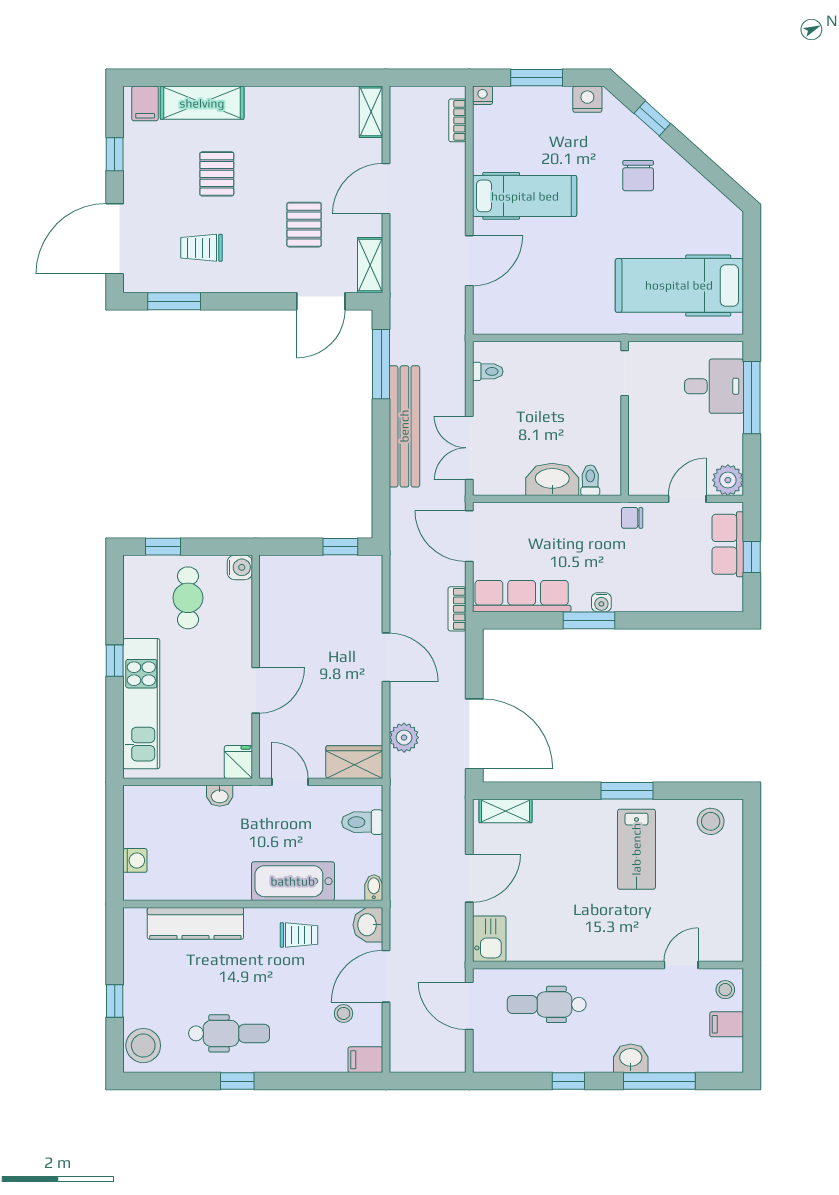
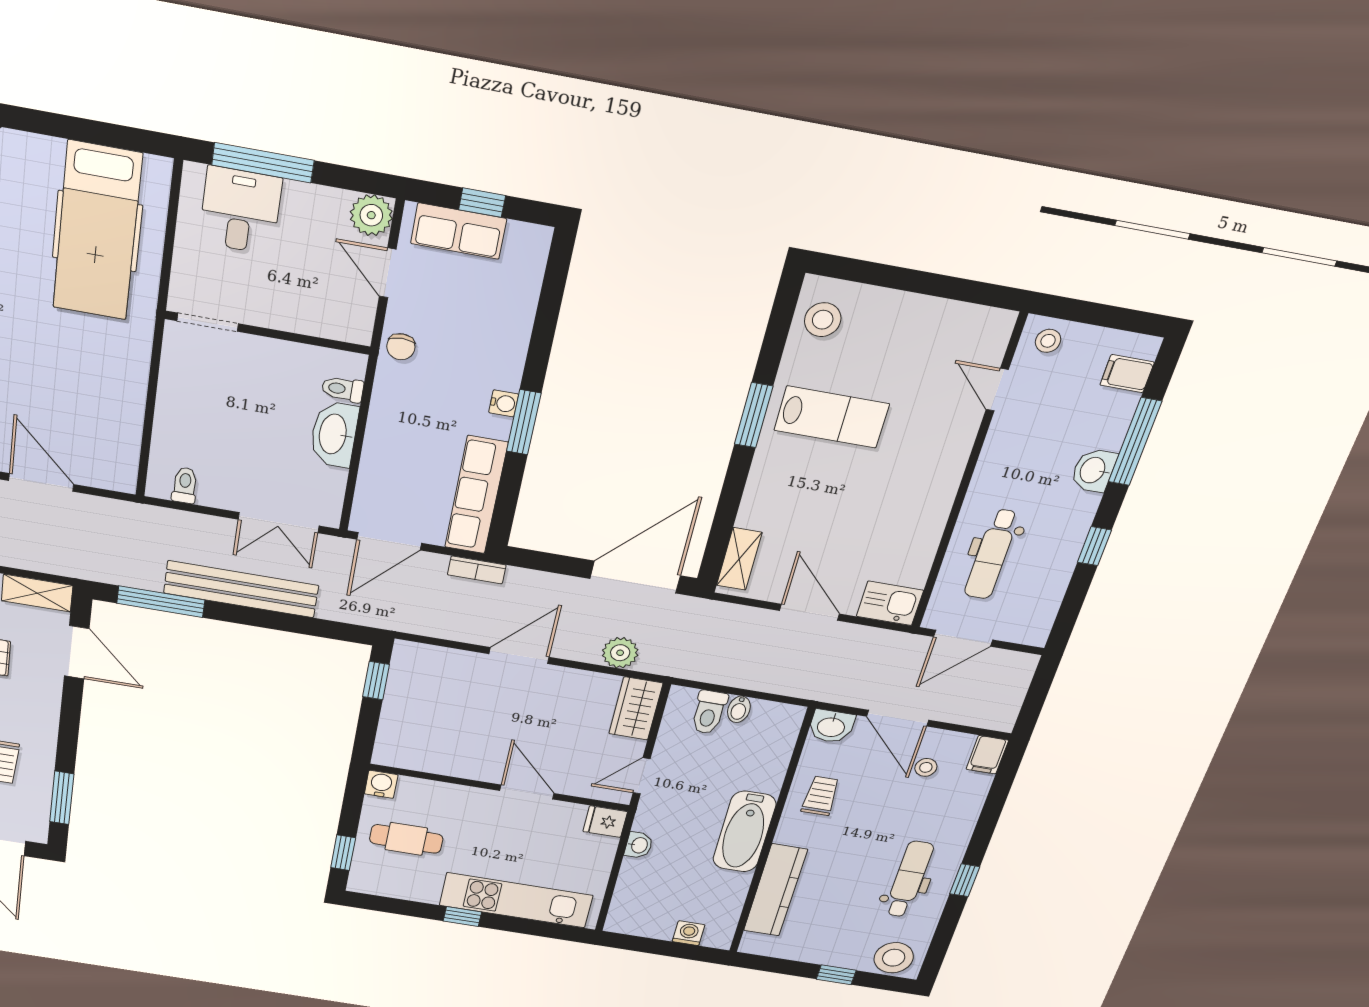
bathtub: (293, 881) -> (744, 832), moved
bidet: (374, 888) -> (739, 709), moved, turned -90
filing cabinet: (727, 1024) -> (1127, 374), moved, turned 90

